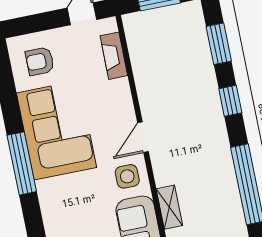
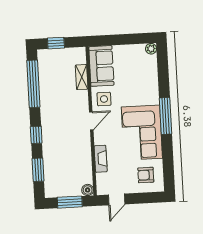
boiler: (132, 22) -> (88, 190), added
fireplace: (114, 56) -> (101, 159), moved
armchair: (40, 61) -> (146, 175), turned 180

